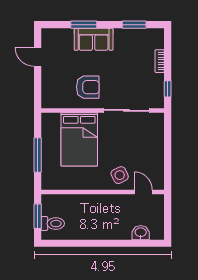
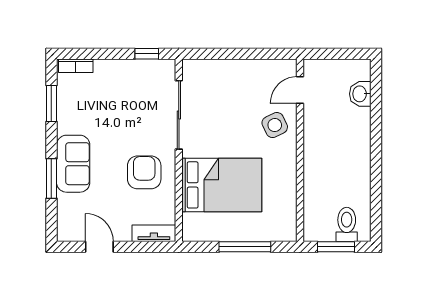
door: (38, 57) -> (99, 247), swing flipped
bookcase: (160, 61) -> (76, 66), moved
tv unit: (47, 94) -> (154, 233), added

